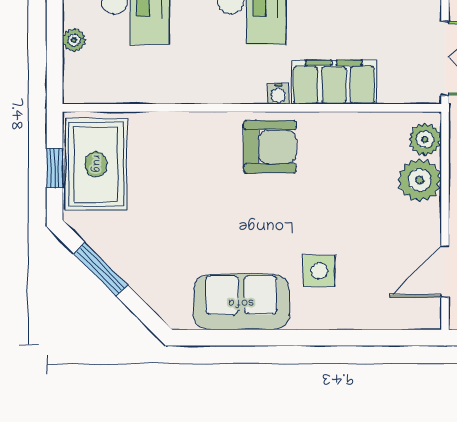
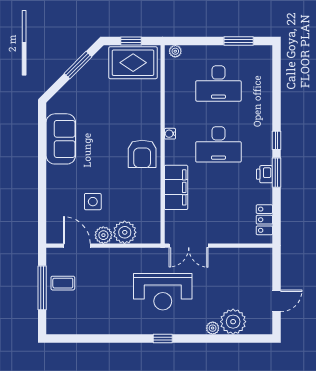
plant: (74, 40) -> (175, 51), moved
water cooler: (278, 94) -> (170, 134), moved
plant: (425, 139) -> (103, 235), moved
side table: (319, 271) -> (93, 202), moved

